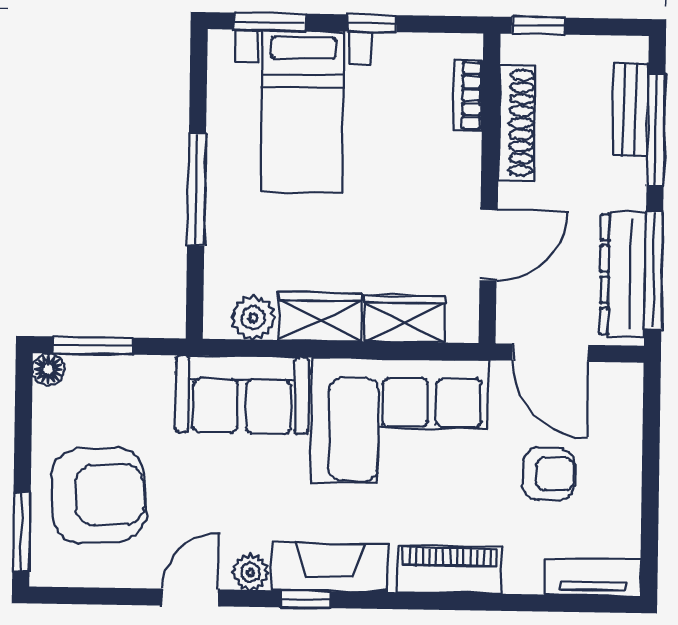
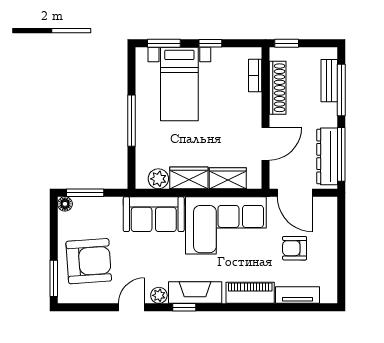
armchair: (549, 474) -> (295, 248), turned 180
tv unit: (593, 577) -> (298, 295), moved

